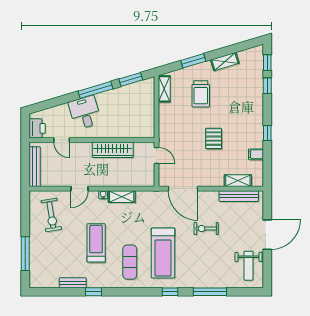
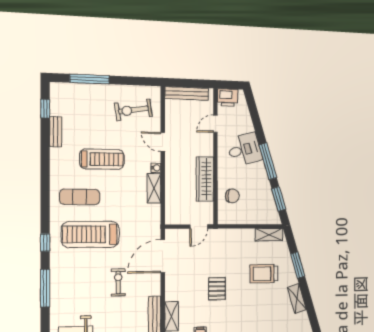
chair: (128, 124) -> (232, 196), added
pallet: (214, 139) -> (217, 289), turned 90
window: (94, 292) -> (45, 109), moved

